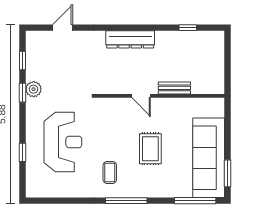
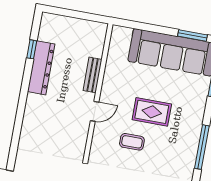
dresser: (130, 39) -> (41, 68), moved
coffee table: (110, 172) -> (132, 142), moved

